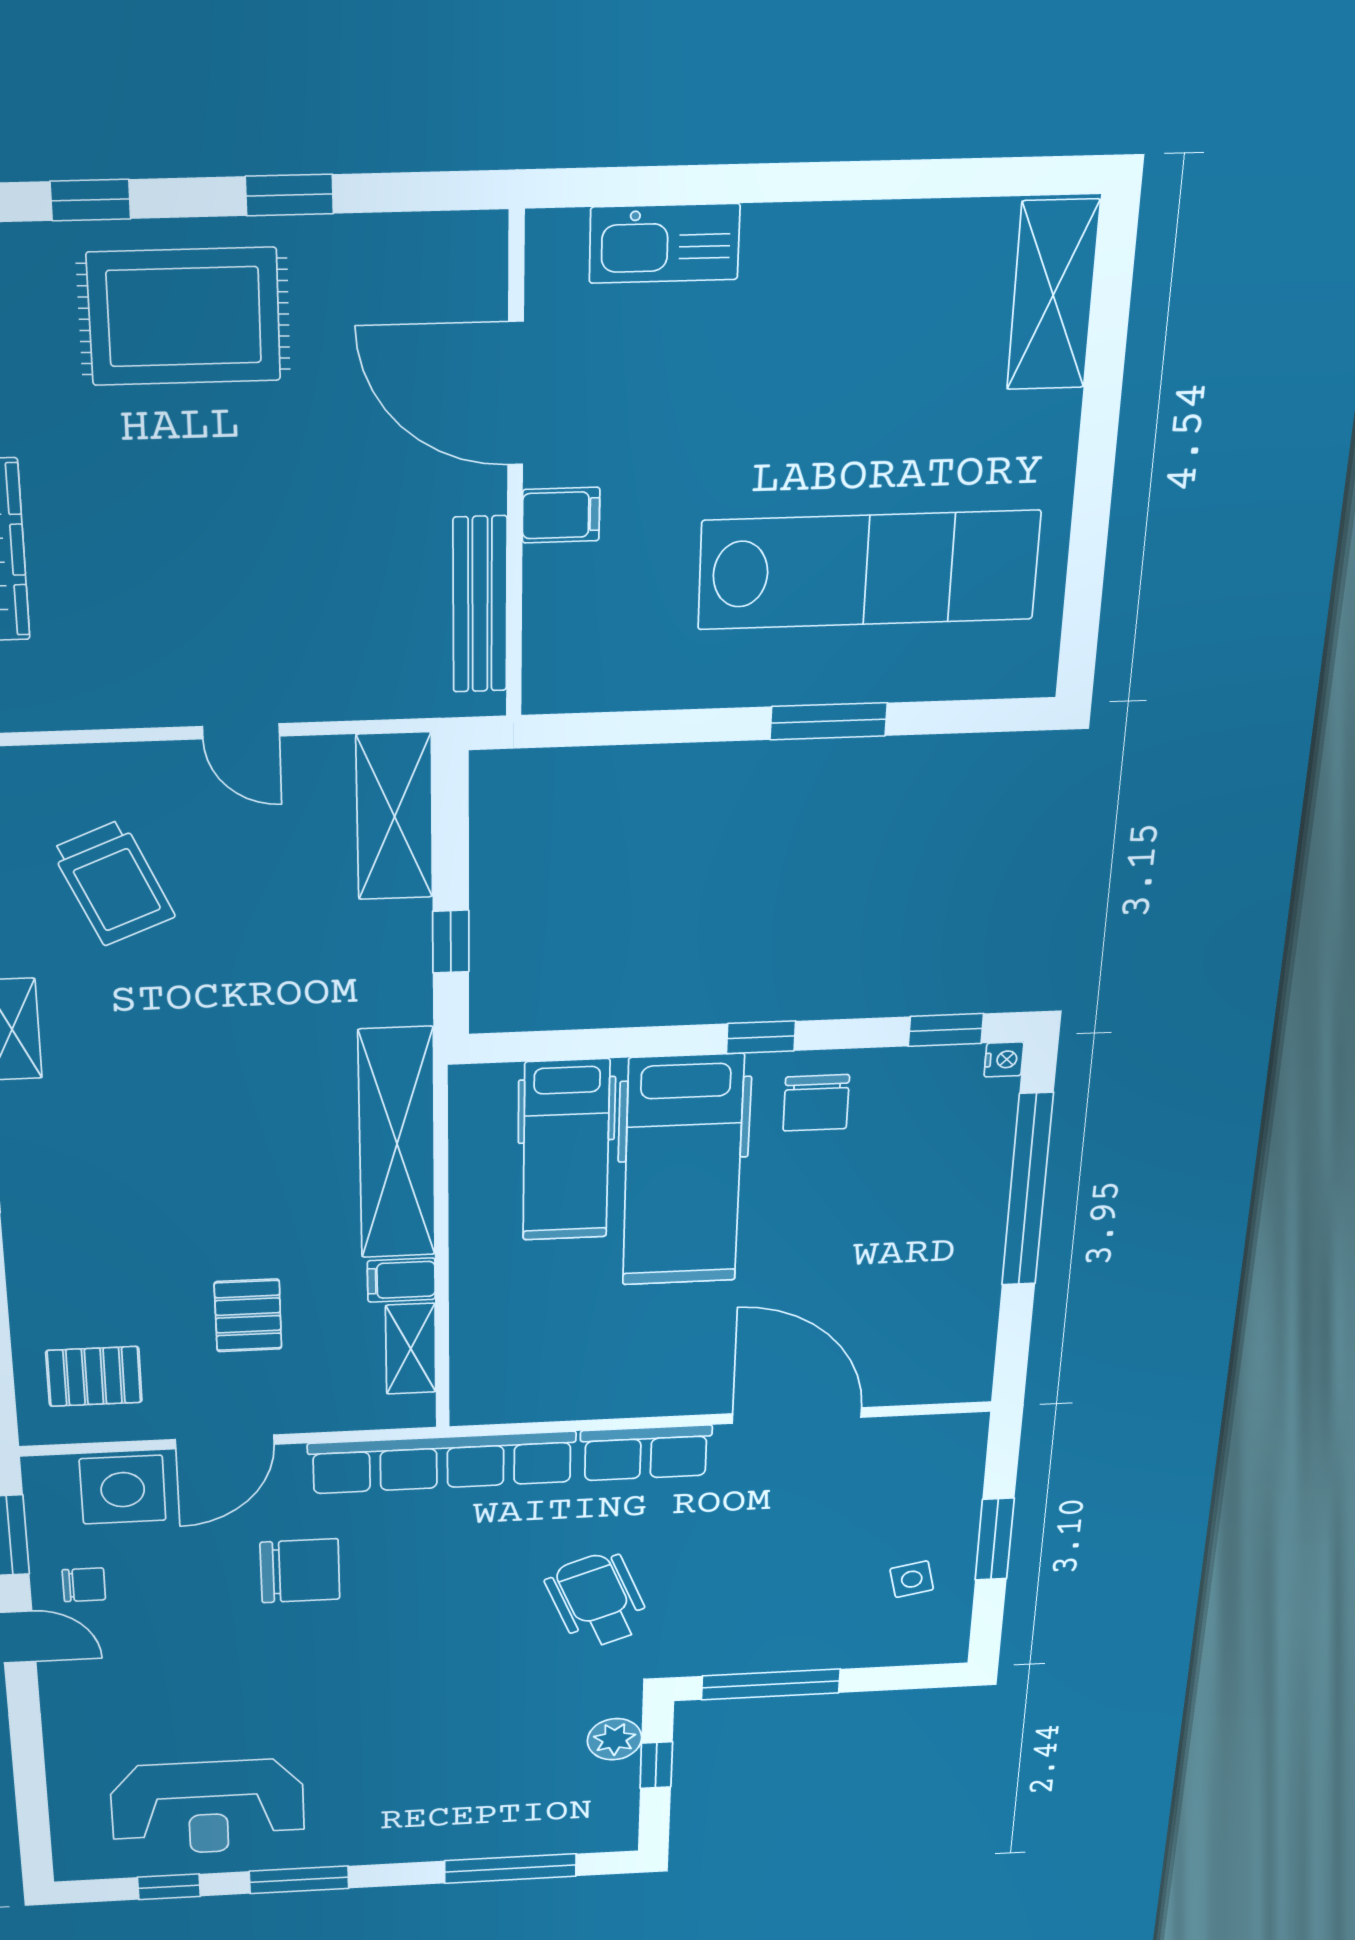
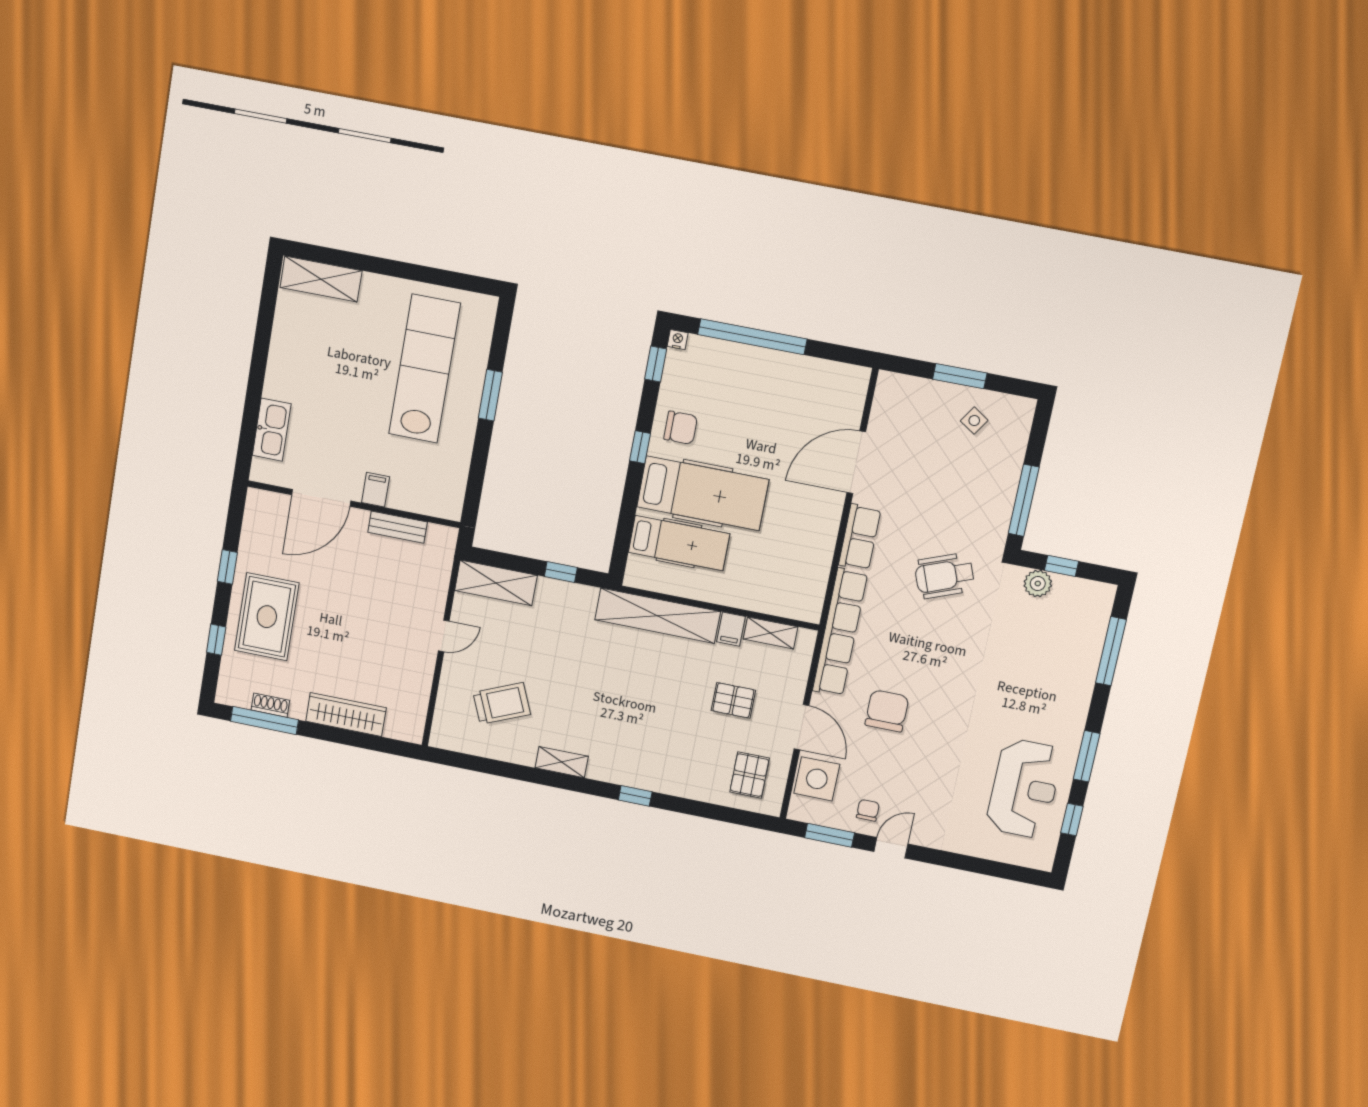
bench: (480, 605) -> (398, 527), width x0.73
side table: (912, 1579) -> (974, 421), turned 45

